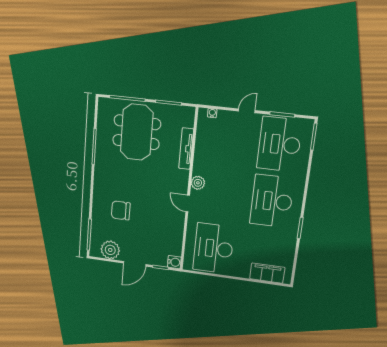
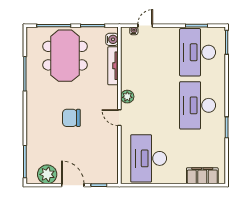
door: (247, 111) -> (145, 26), moved
chair: (121, 210) -> (71, 118), moved
water cooler: (174, 262) -> (112, 39), moved
door: (135, 264) -> (73, 185), swing flipped

